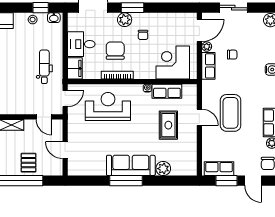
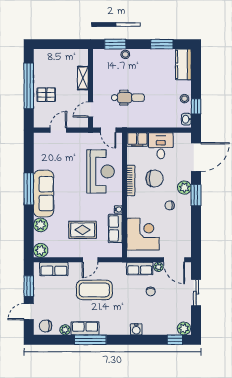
dental chair: (44, 67) -> (128, 98), moved
plant: (190, 168) -> (41, 250), added
row of seats: (219, 169) -> (54, 269), moved, turned 90

